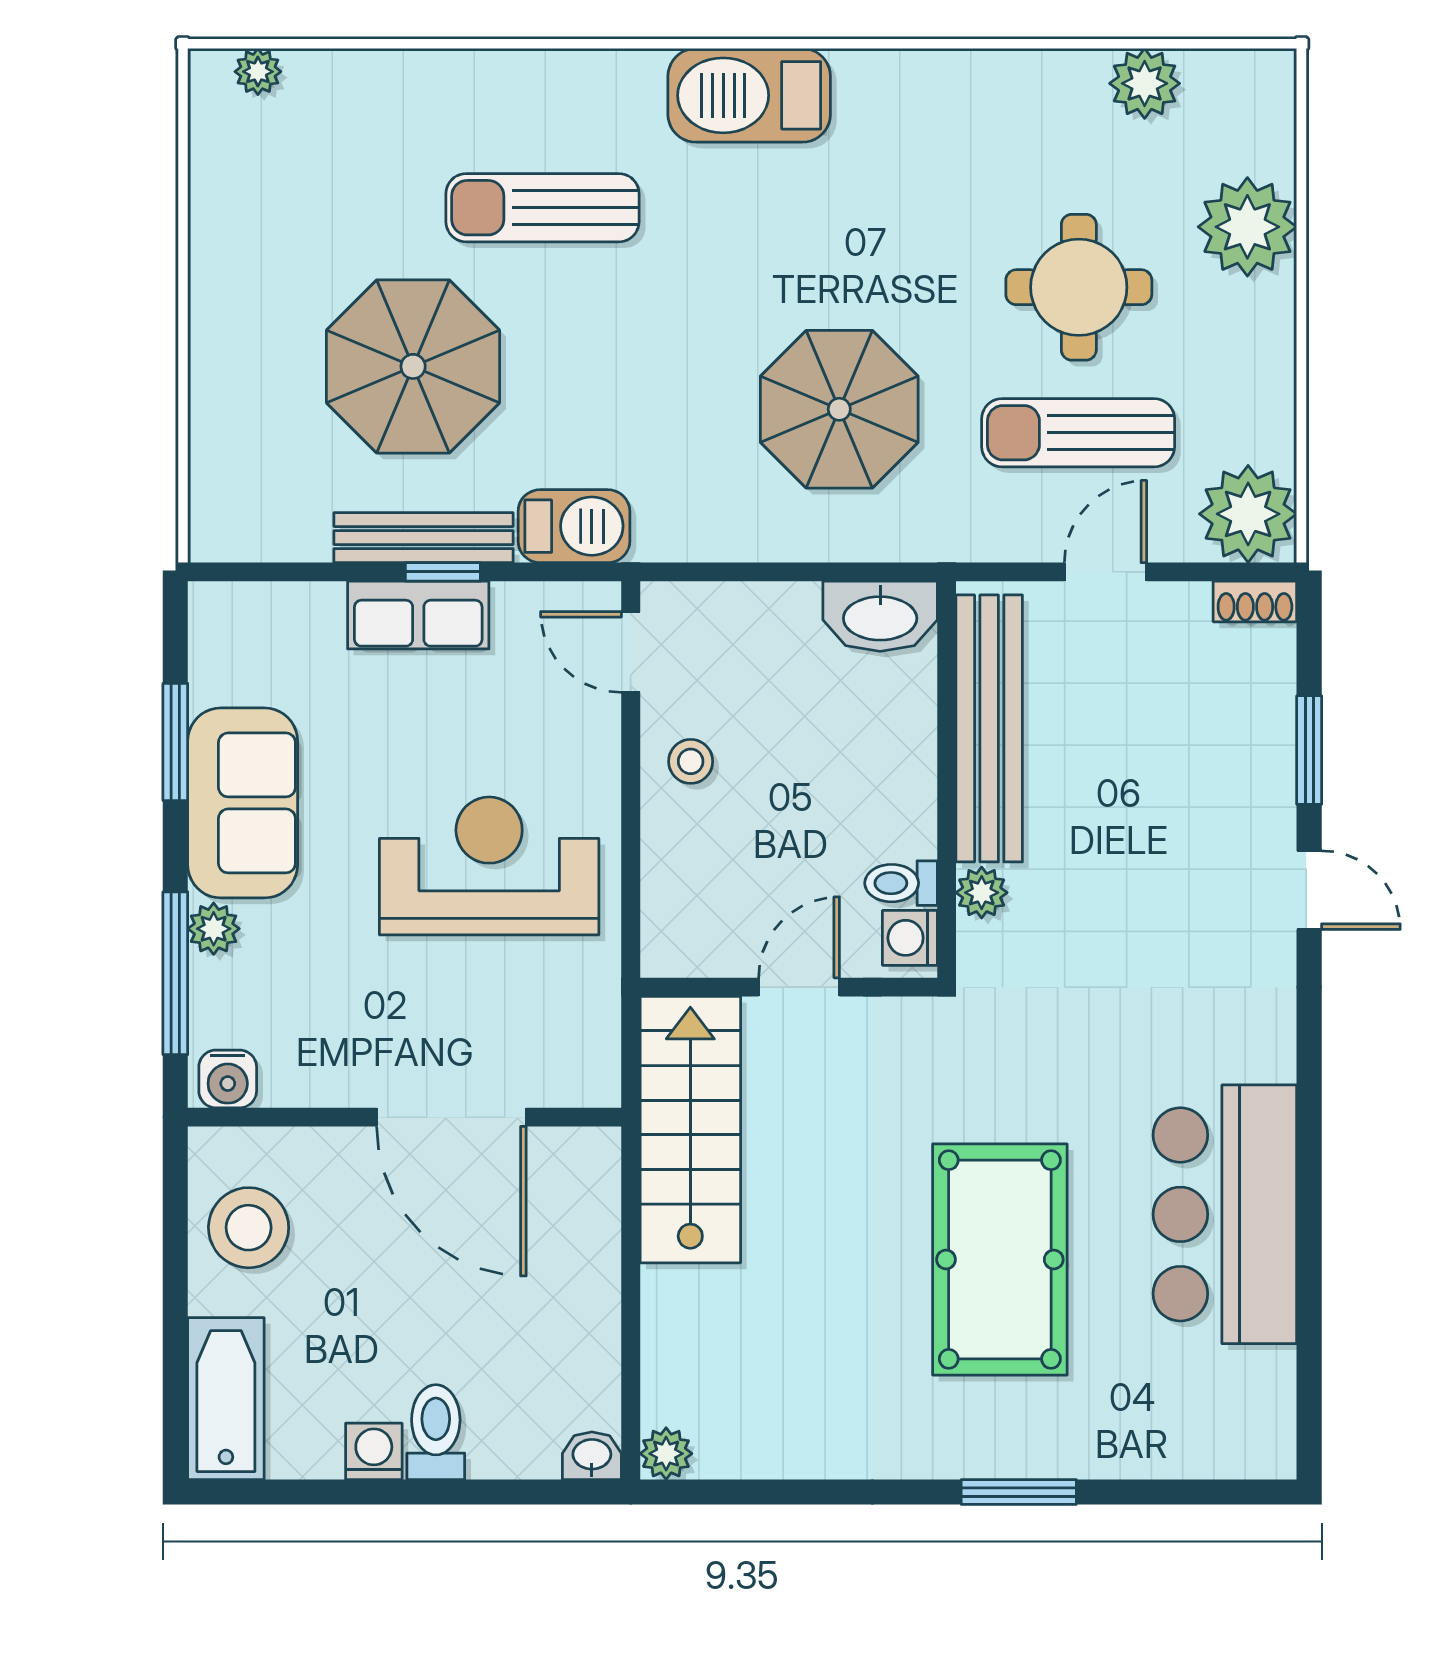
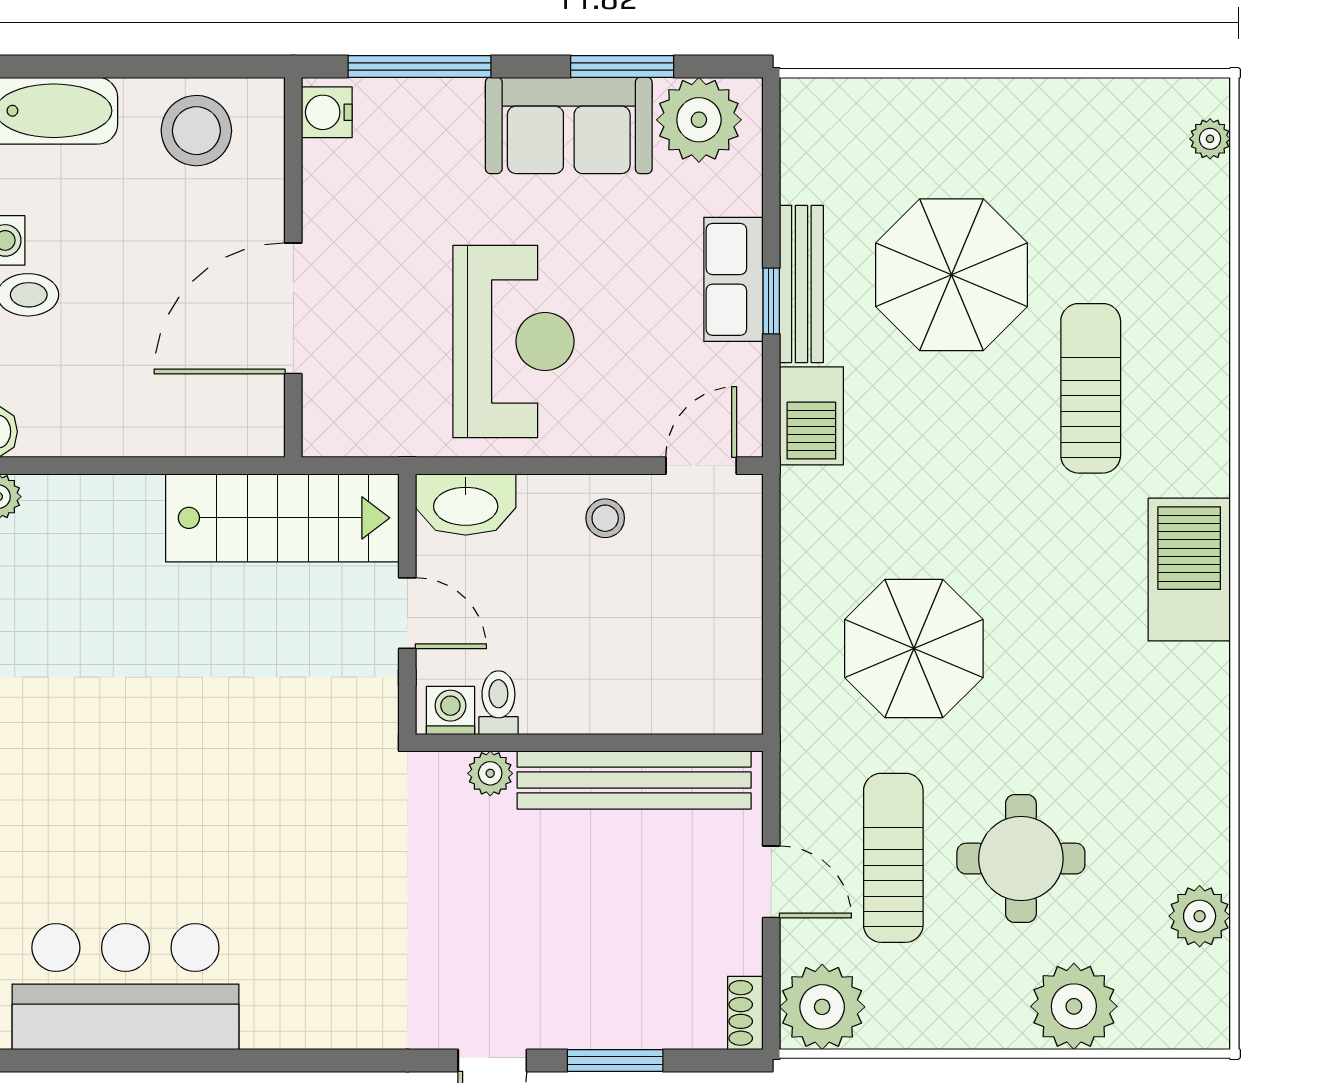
washbasin: (880, 616) -> (466, 505), moved, turned -90
plant: (214, 929) -> (699, 120), moved, width x1.87, depth x1.87
bar counter: (1225, 1214) -> (125, 987), moved
pool table: (1000, 1260) -> (168, 789), removed

